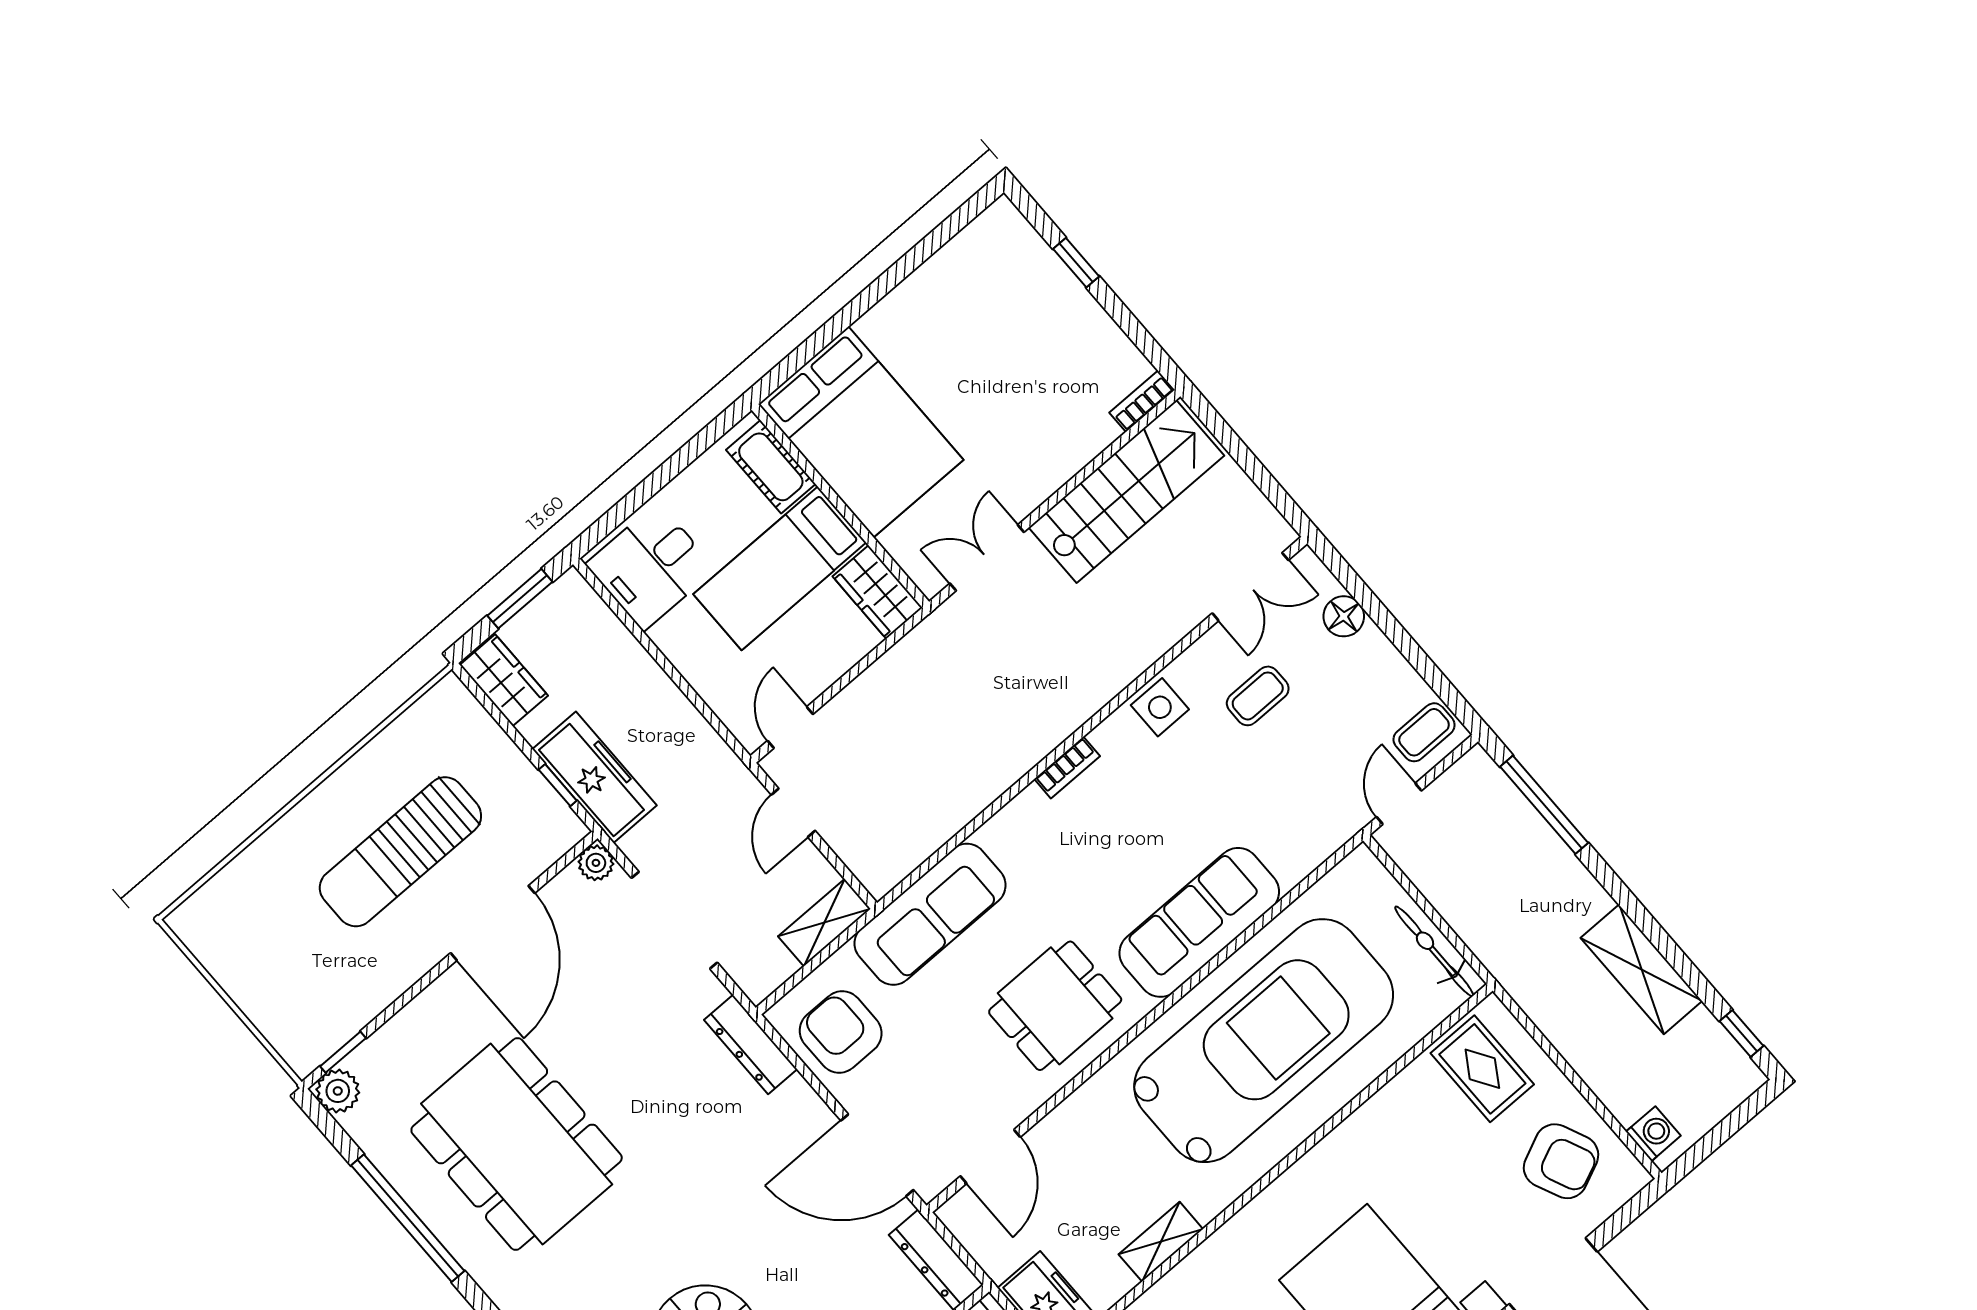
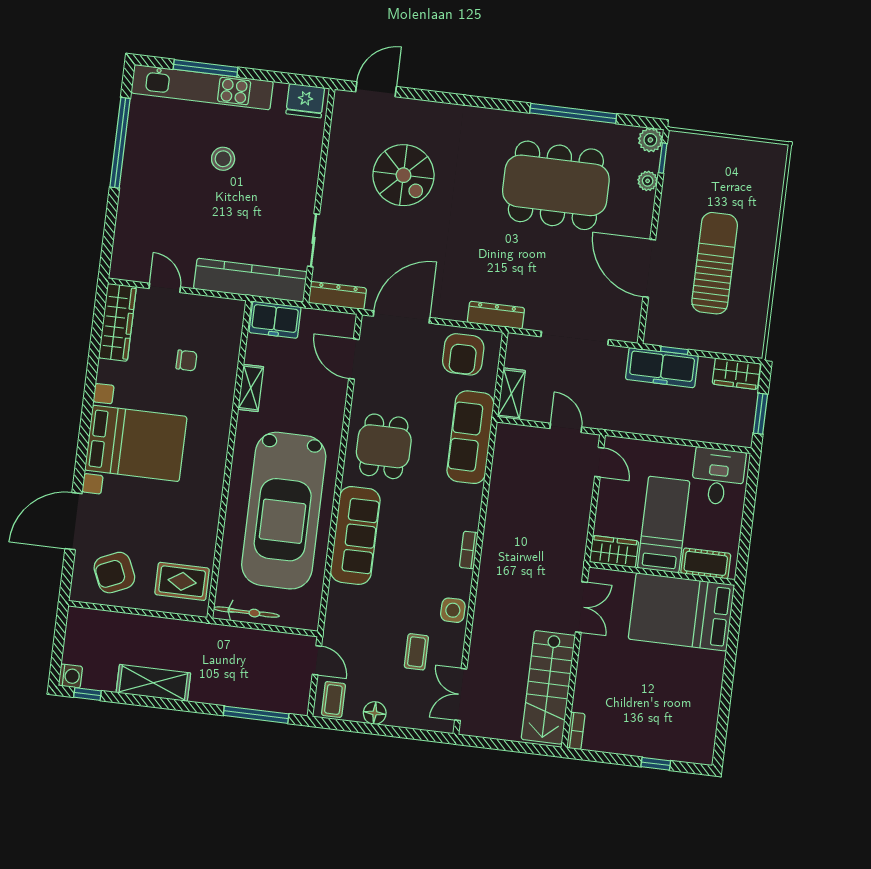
floor lamp: (1344, 616) -> (375, 713), moved
plant: (596, 863) -> (648, 181), moved
armchair: (841, 1032) -> (463, 354), turned 90
washing machine: (1653, 1134) -> (70, 676), moved, turned -90

